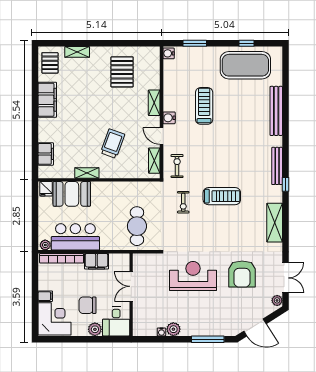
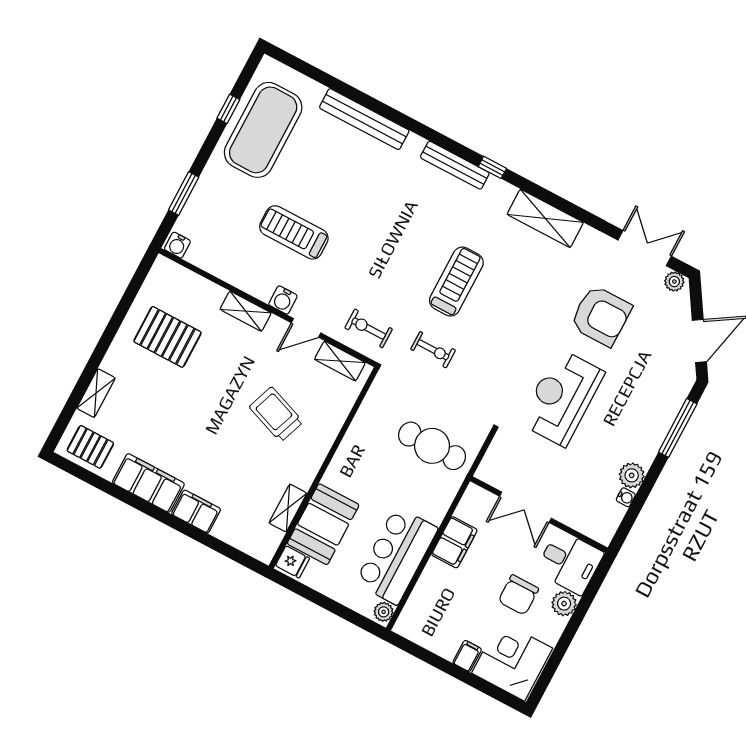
filing cabinet: (46, 154) -> (196, 512), moved
shelving: (87, 173) -> (288, 508), moved
bookcase: (62, 258) -> (419, 597), removed

